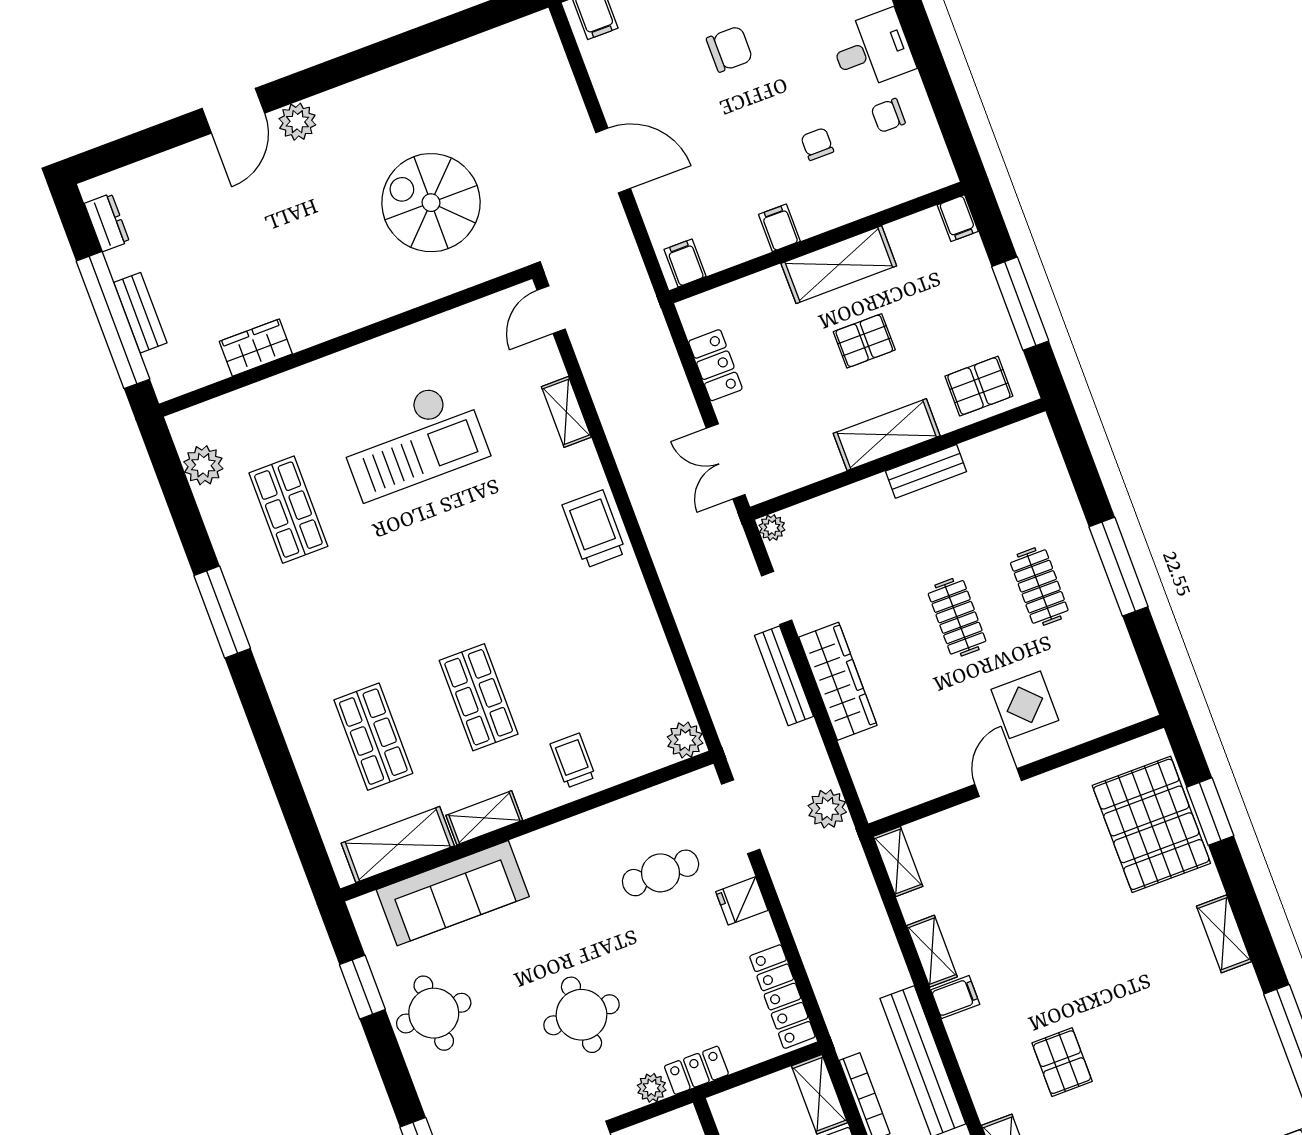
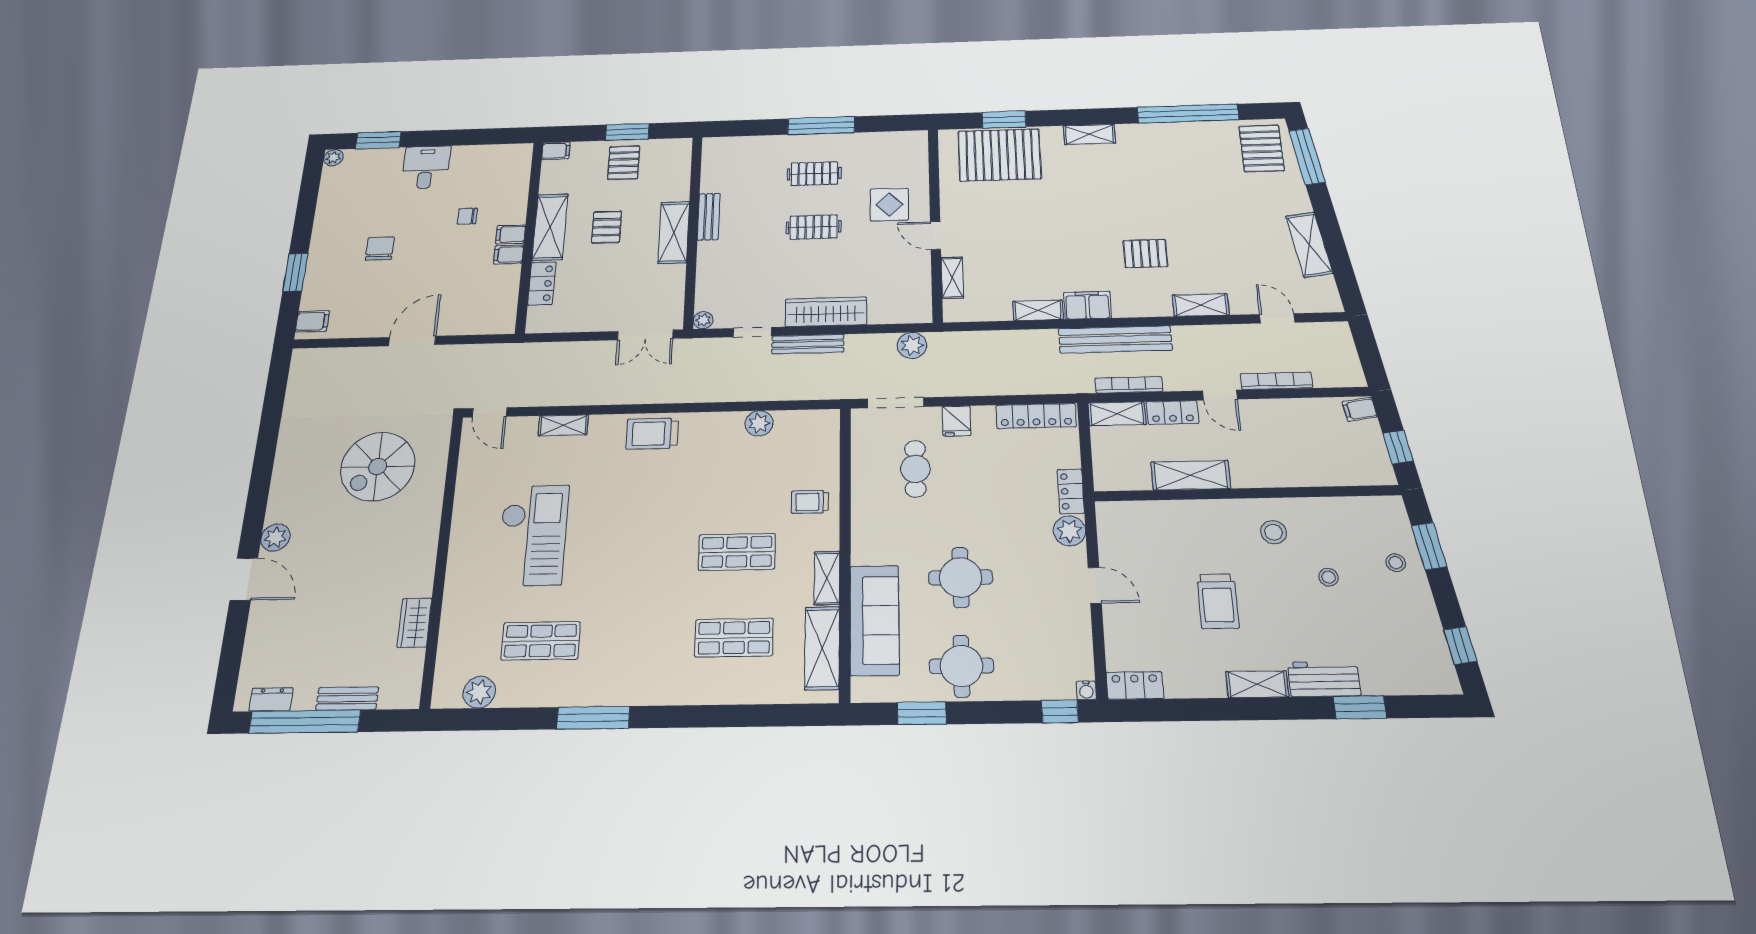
chair: (888, 115) -> (471, 171), removed
filing cabinet: (685, 263) -> (511, 234), moved
window: (1020, 304) -> (627, 132), width x0.69
window: (113, 320) -> (305, 722), moved
locker: (715, 365) -> (542, 283), moved, turned 90
pallet: (979, 386) -> (624, 163), moved
plant: (685, 740) -> (759, 423), moved
shelving: (898, 861) -> (952, 278), moved, turned 90
filing cabinet: (955, 997) -> (1087, 305), width x2.00
round table: (581, 1015) -> (961, 577), moved
plant: (652, 1088) -> (1069, 531), width x1.38, depth x1.38

